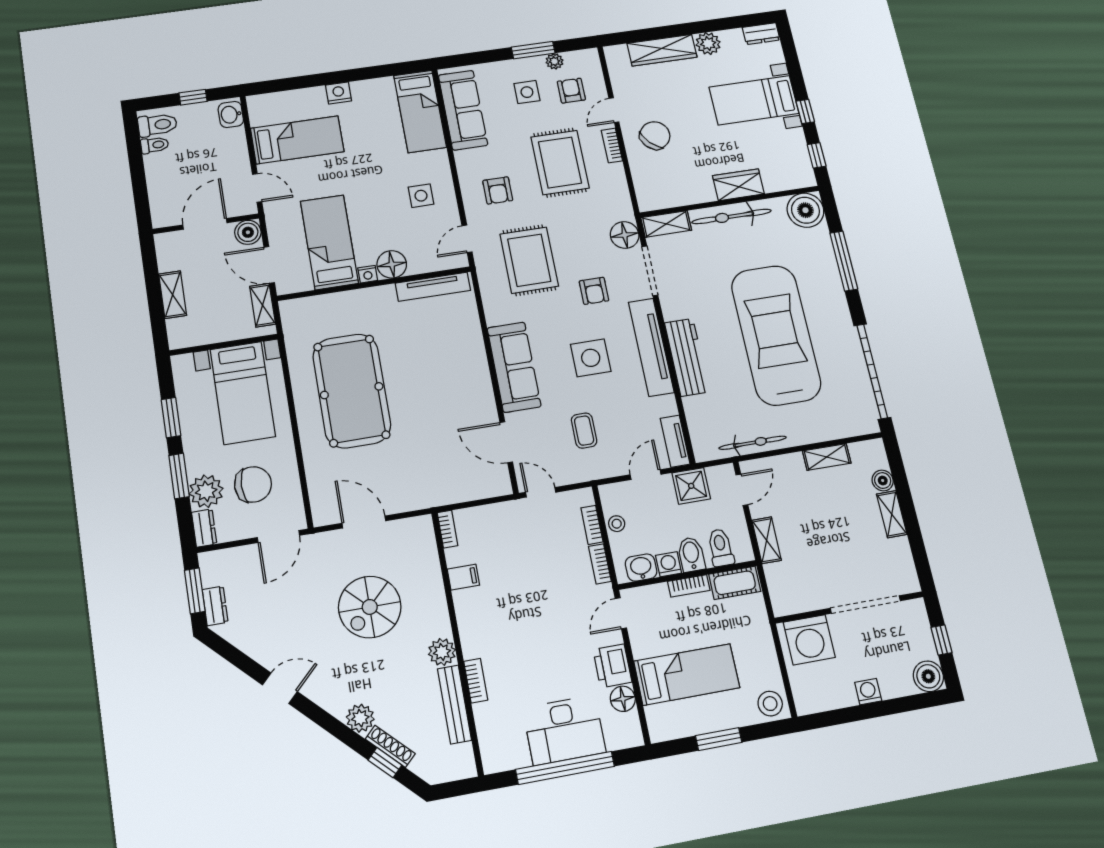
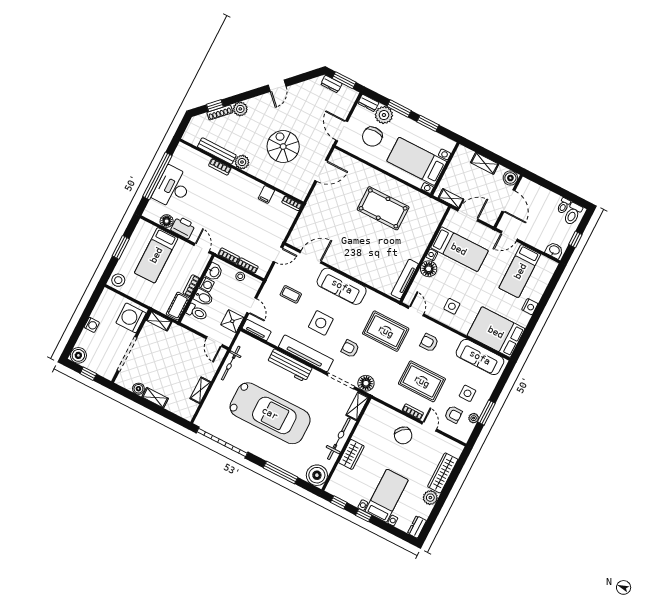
bed: (420, 111) -> (496, 332), width x1.50
boiler: (248, 232) -> (510, 178), moved
pool table: (352, 391) -> (383, 208), width x0.73, depth x0.76
boiler: (883, 481) -> (138, 389), moved
shelving: (767, 540) -> (159, 321), moved

